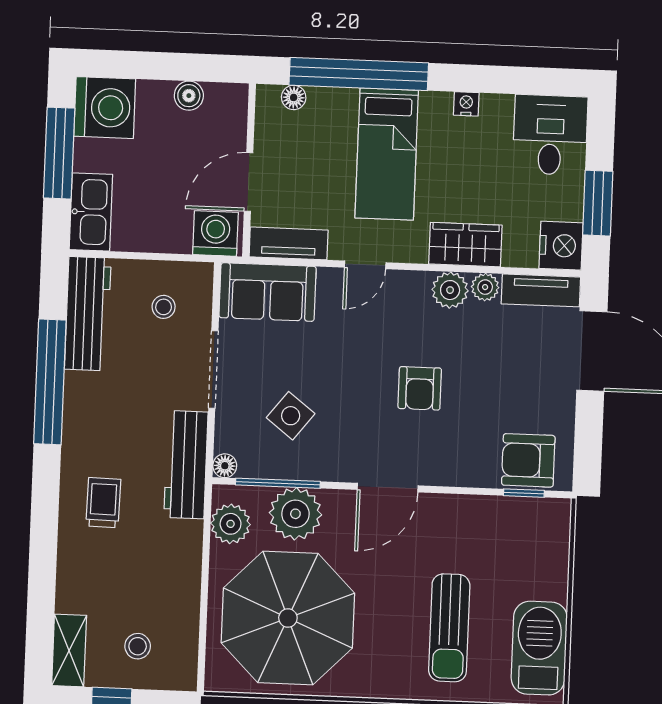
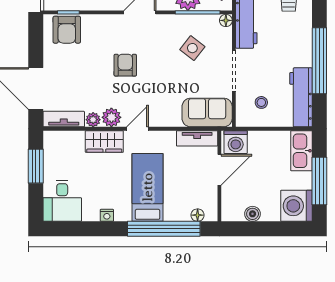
nightstand: (561, 246) -> (54, 143), removed
door: (365, 265) -> (137, 129), moved
armchair: (528, 460) -> (67, 30), turned 90

